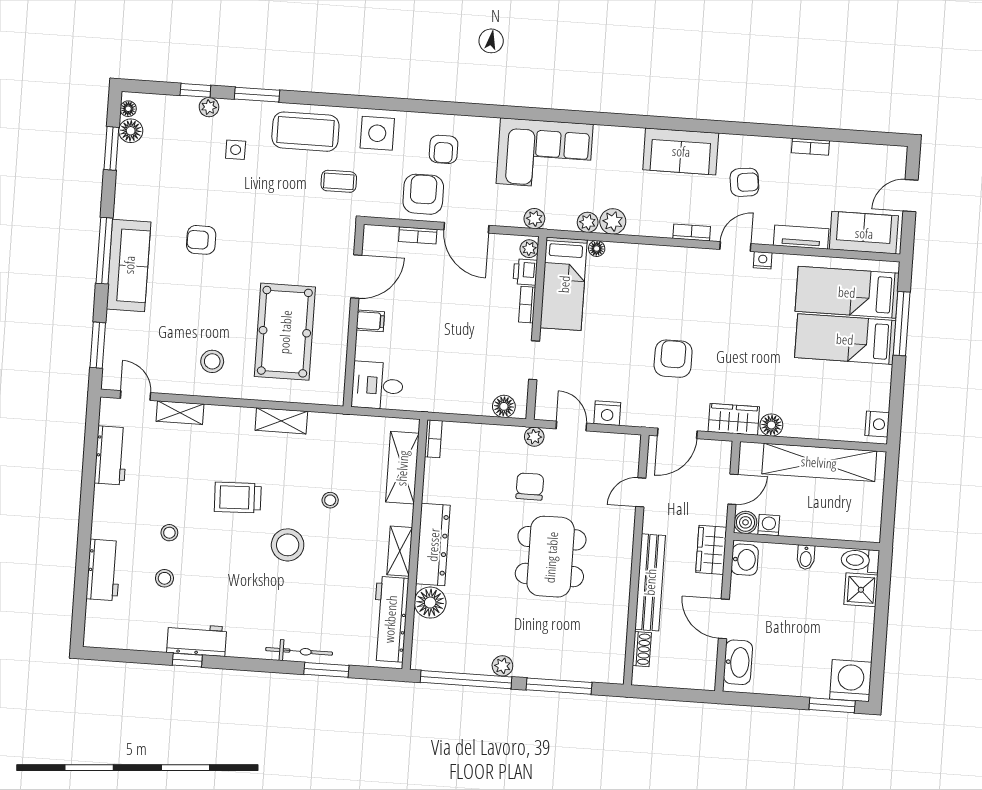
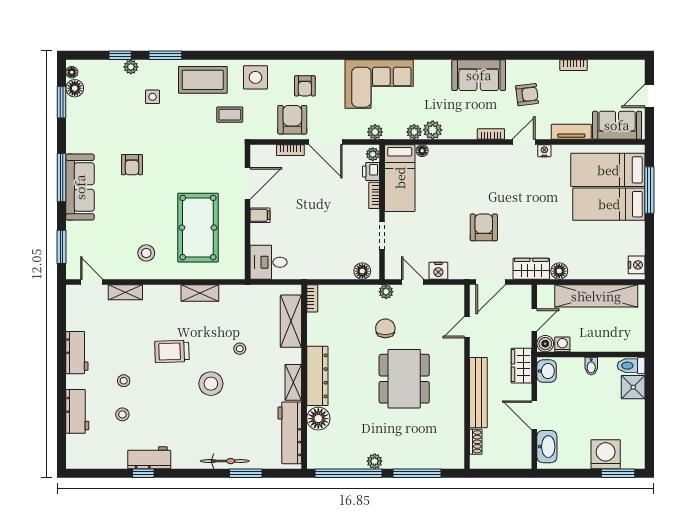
armchair: (201, 240) -> (132, 165), turned -90
workbench: (111, 455) -> (77, 353), moved
washing machine: (851, 681) -> (606, 454), moved

